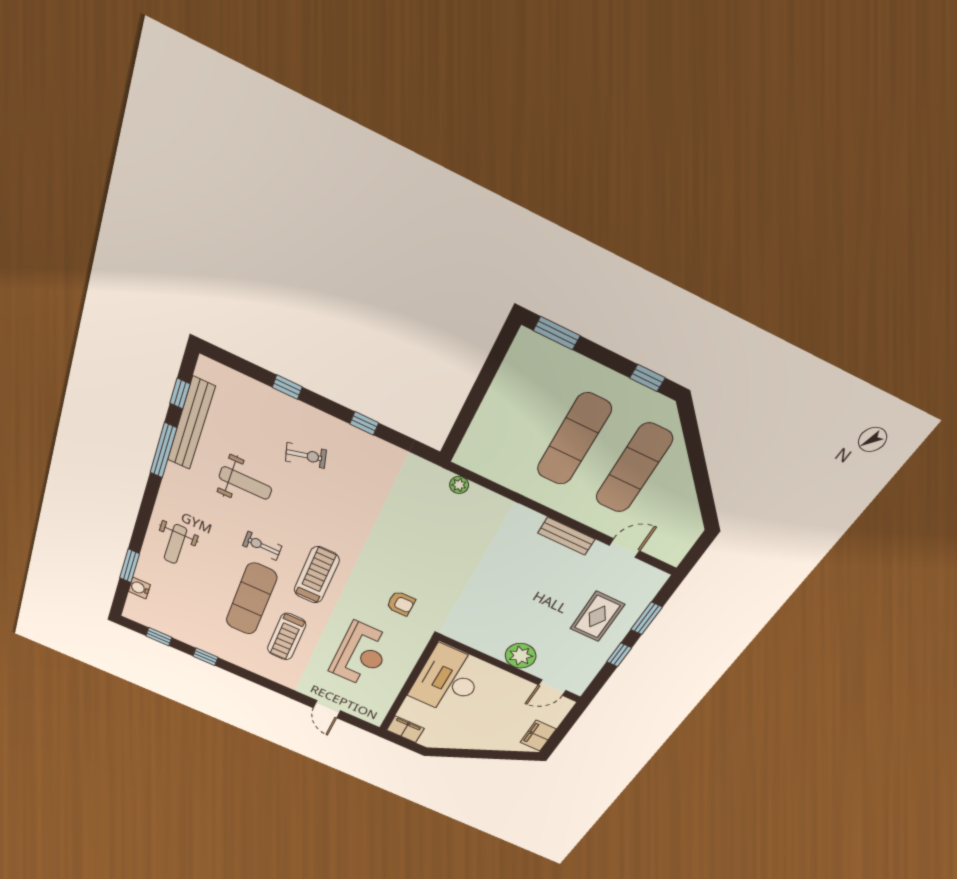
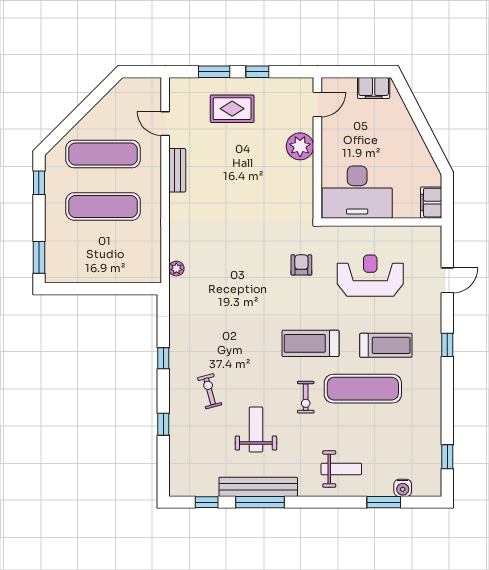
bench: (191, 424) -> (258, 487), moved
window: (205, 657) -> (447, 345), moved
door: (552, 688) -> (317, 105), hinge flipped

